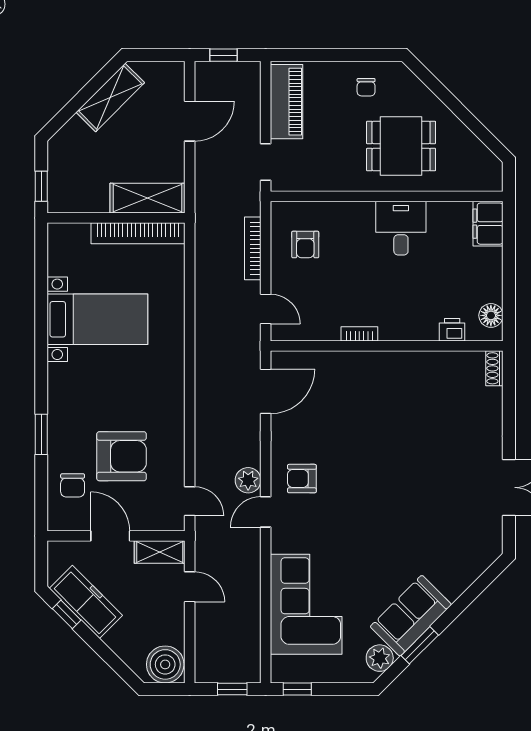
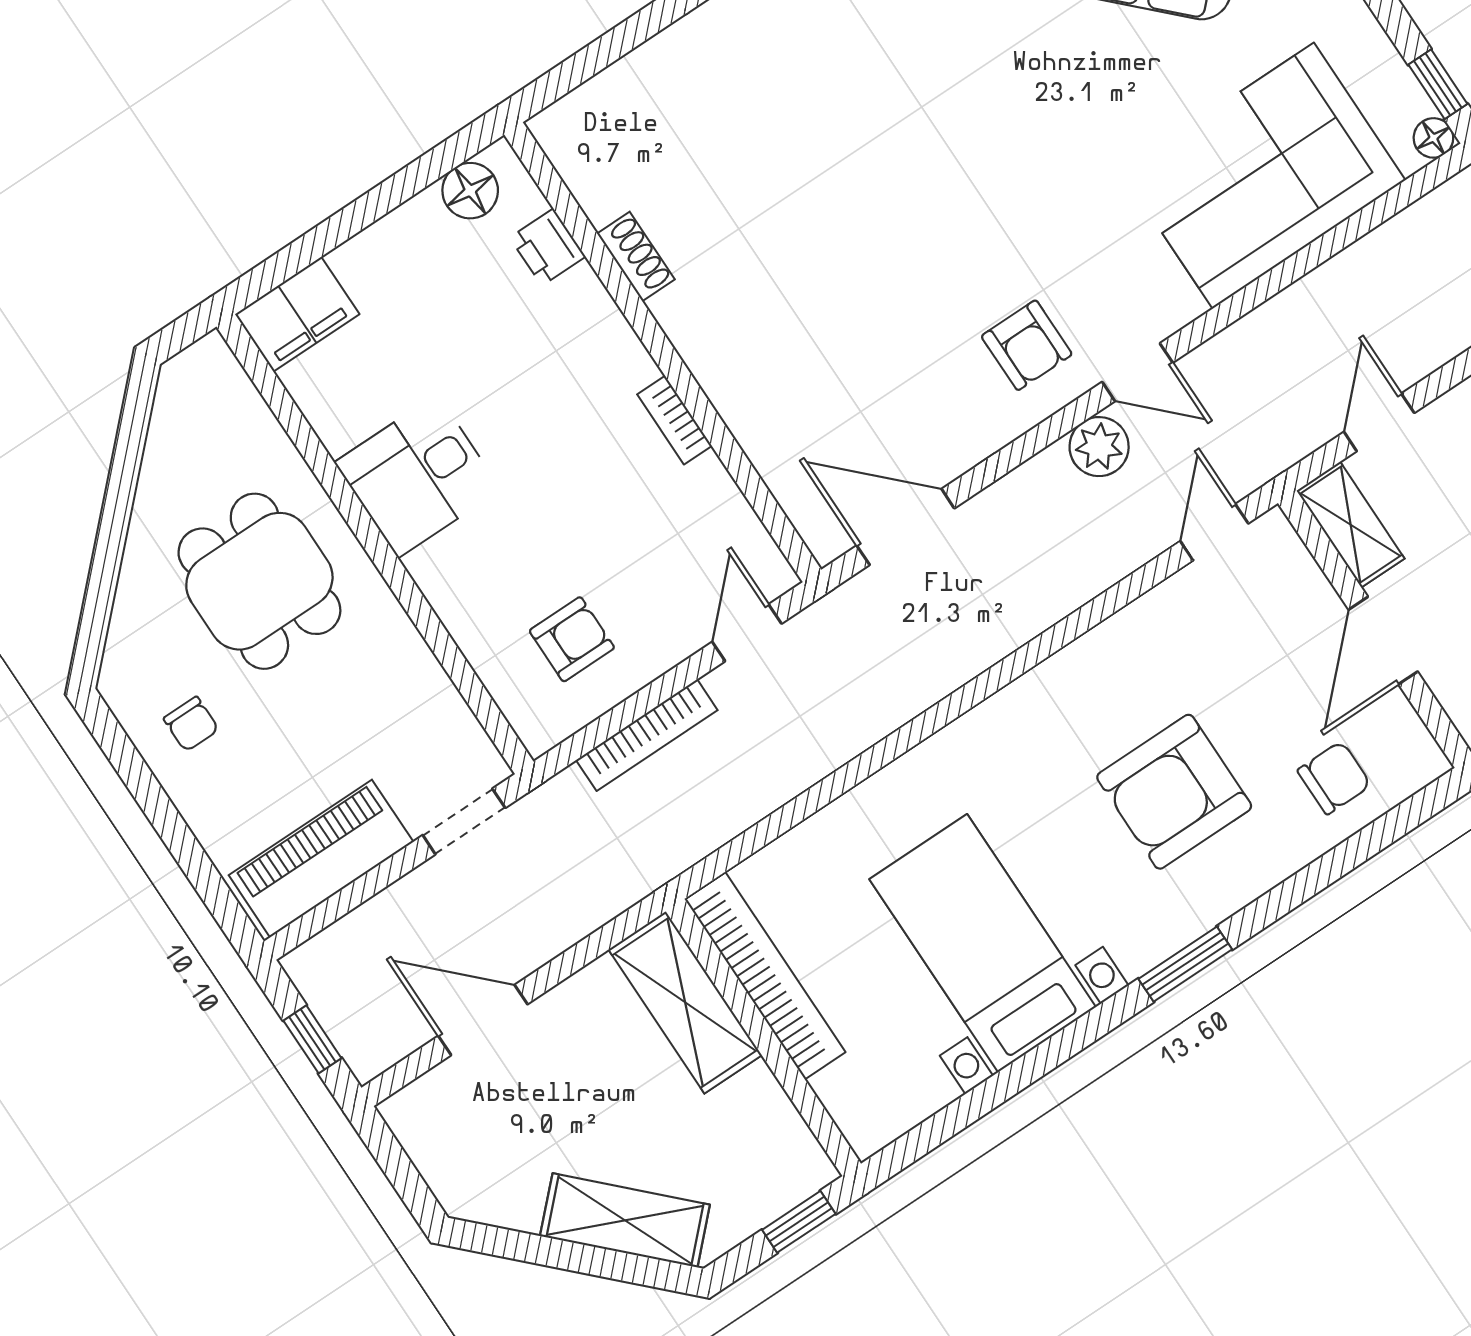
chair: (366, 87) -> (191, 724), turned 90
shelving: (110, 97) -> (625, 1220), moved
shoe rack: (494, 368) -> (636, 256), moved, turned -90
window: (41, 434) -> (1185, 964), moved
armchair: (122, 456) -> (1174, 792), moved, turned -90
floor lamp: (279, 675) -> (1433, 138), added

